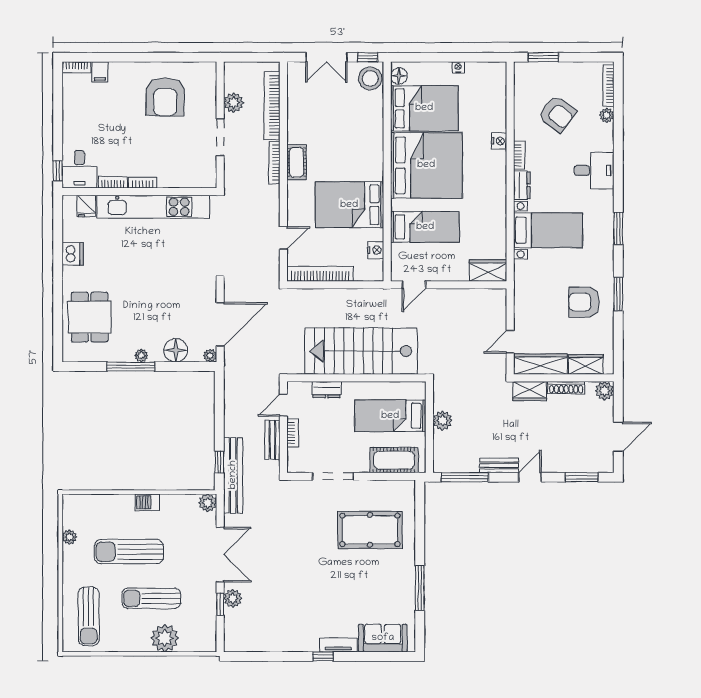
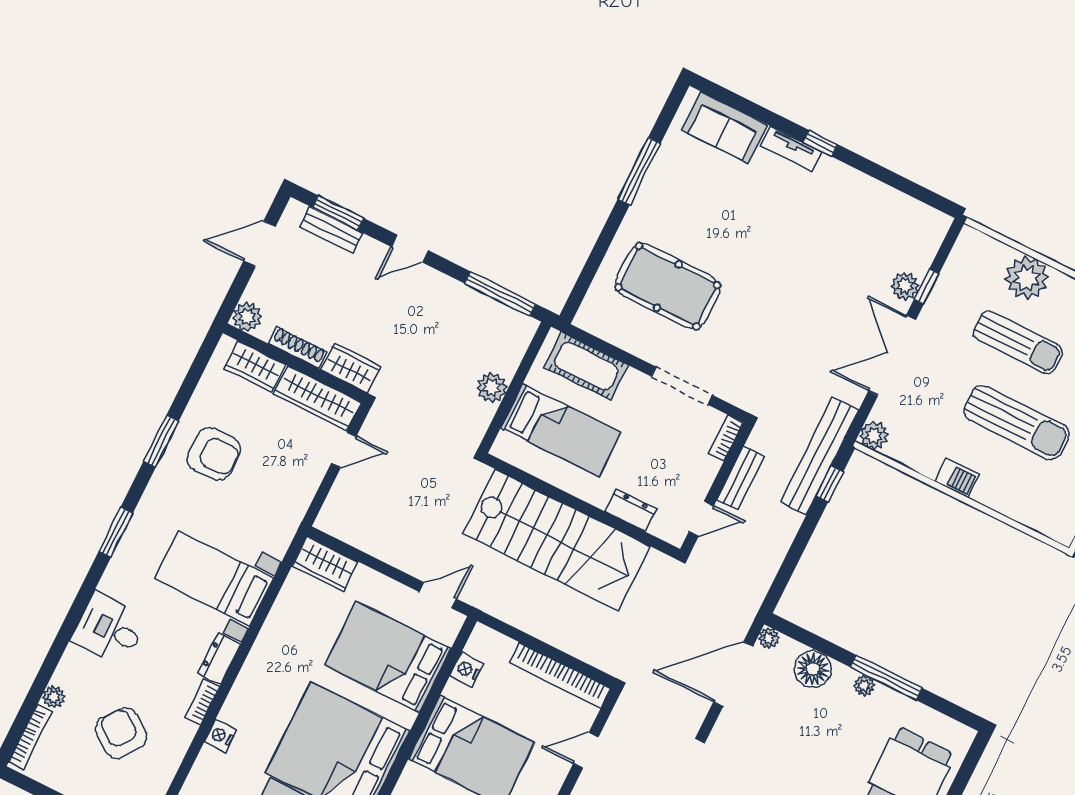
bed: (425, 227) -> (388, 657), width x1.50
bookcase: (293, 433) -> (726, 438), moved
bench: (499, 465) -> (331, 230), moved

